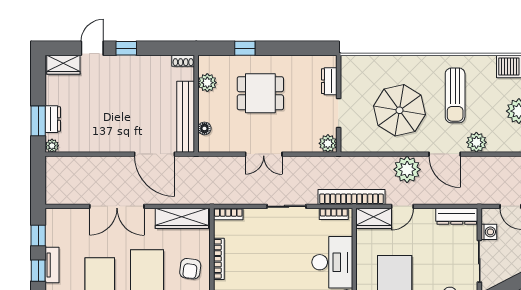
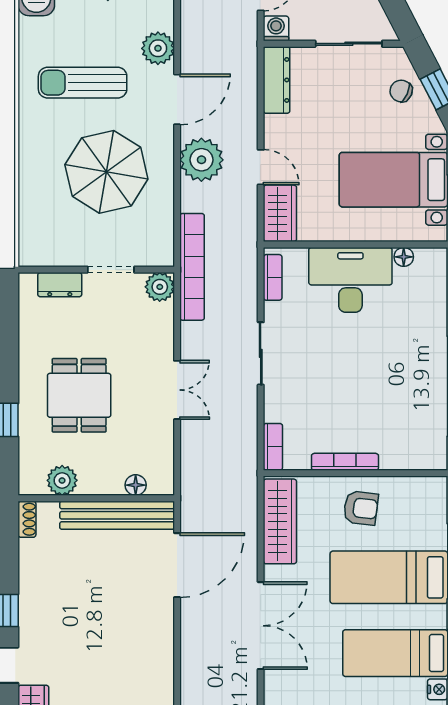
sun lounger: (455, 95) -> (83, 83), turned 180
bookcase: (351, 197) -> (192, 267), moved, turned 180
washing machine: (489, 232) -> (276, 28), moved

